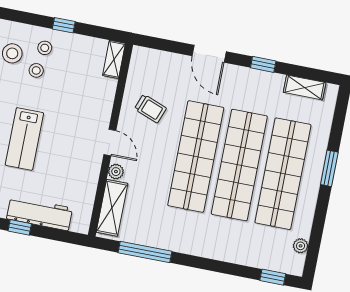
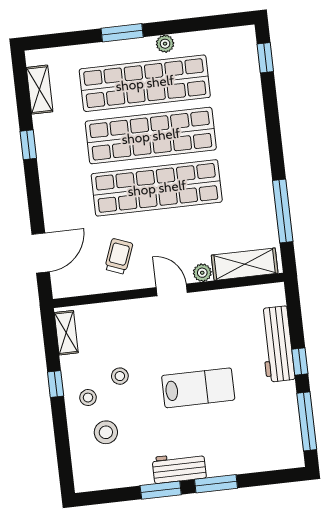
door: (209, 54) -> (41, 253), moved
shelving: (114, 59) -> (66, 333), moved, turned 90
stool: (36, 70) -> (120, 376), moved
door: (110, 143) -> (172, 290), hinge flipped
plant: (301, 246) -> (165, 44), moved

